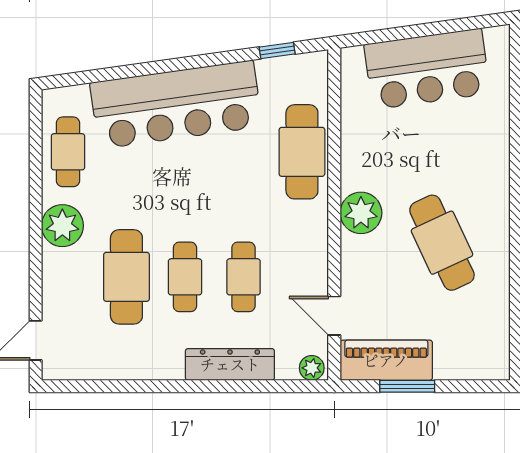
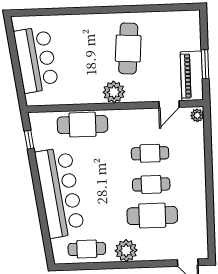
cafe table: (442, 243) -> (128, 48), turned -61
dresser: (230, 364) -> (197, 159), removed

